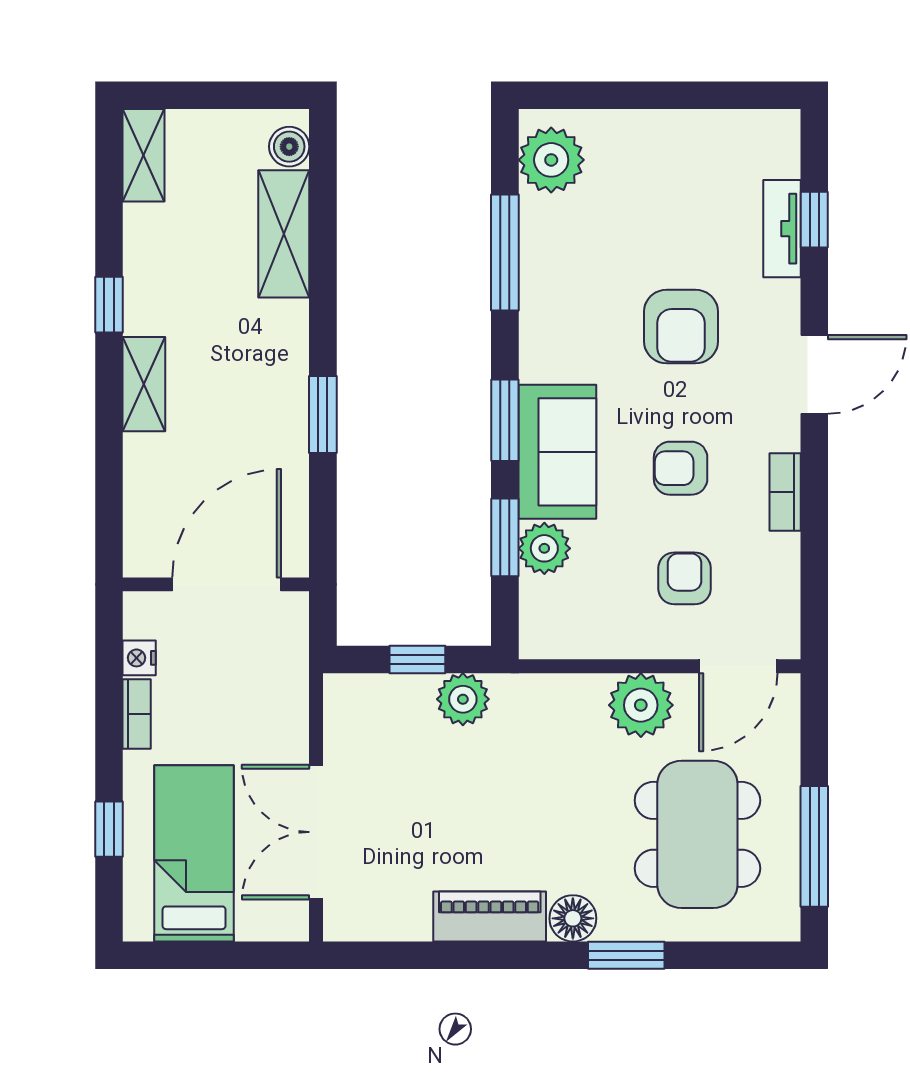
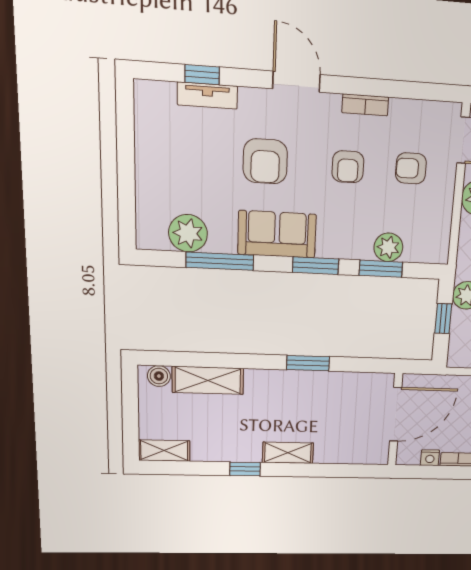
plant: (551, 160) -> (188, 233), moved
armchair: (681, 327) -> (265, 161), turned 90
sofa: (557, 452) -> (277, 234), moved
door: (227, 584) -> (396, 414), swing flipped

